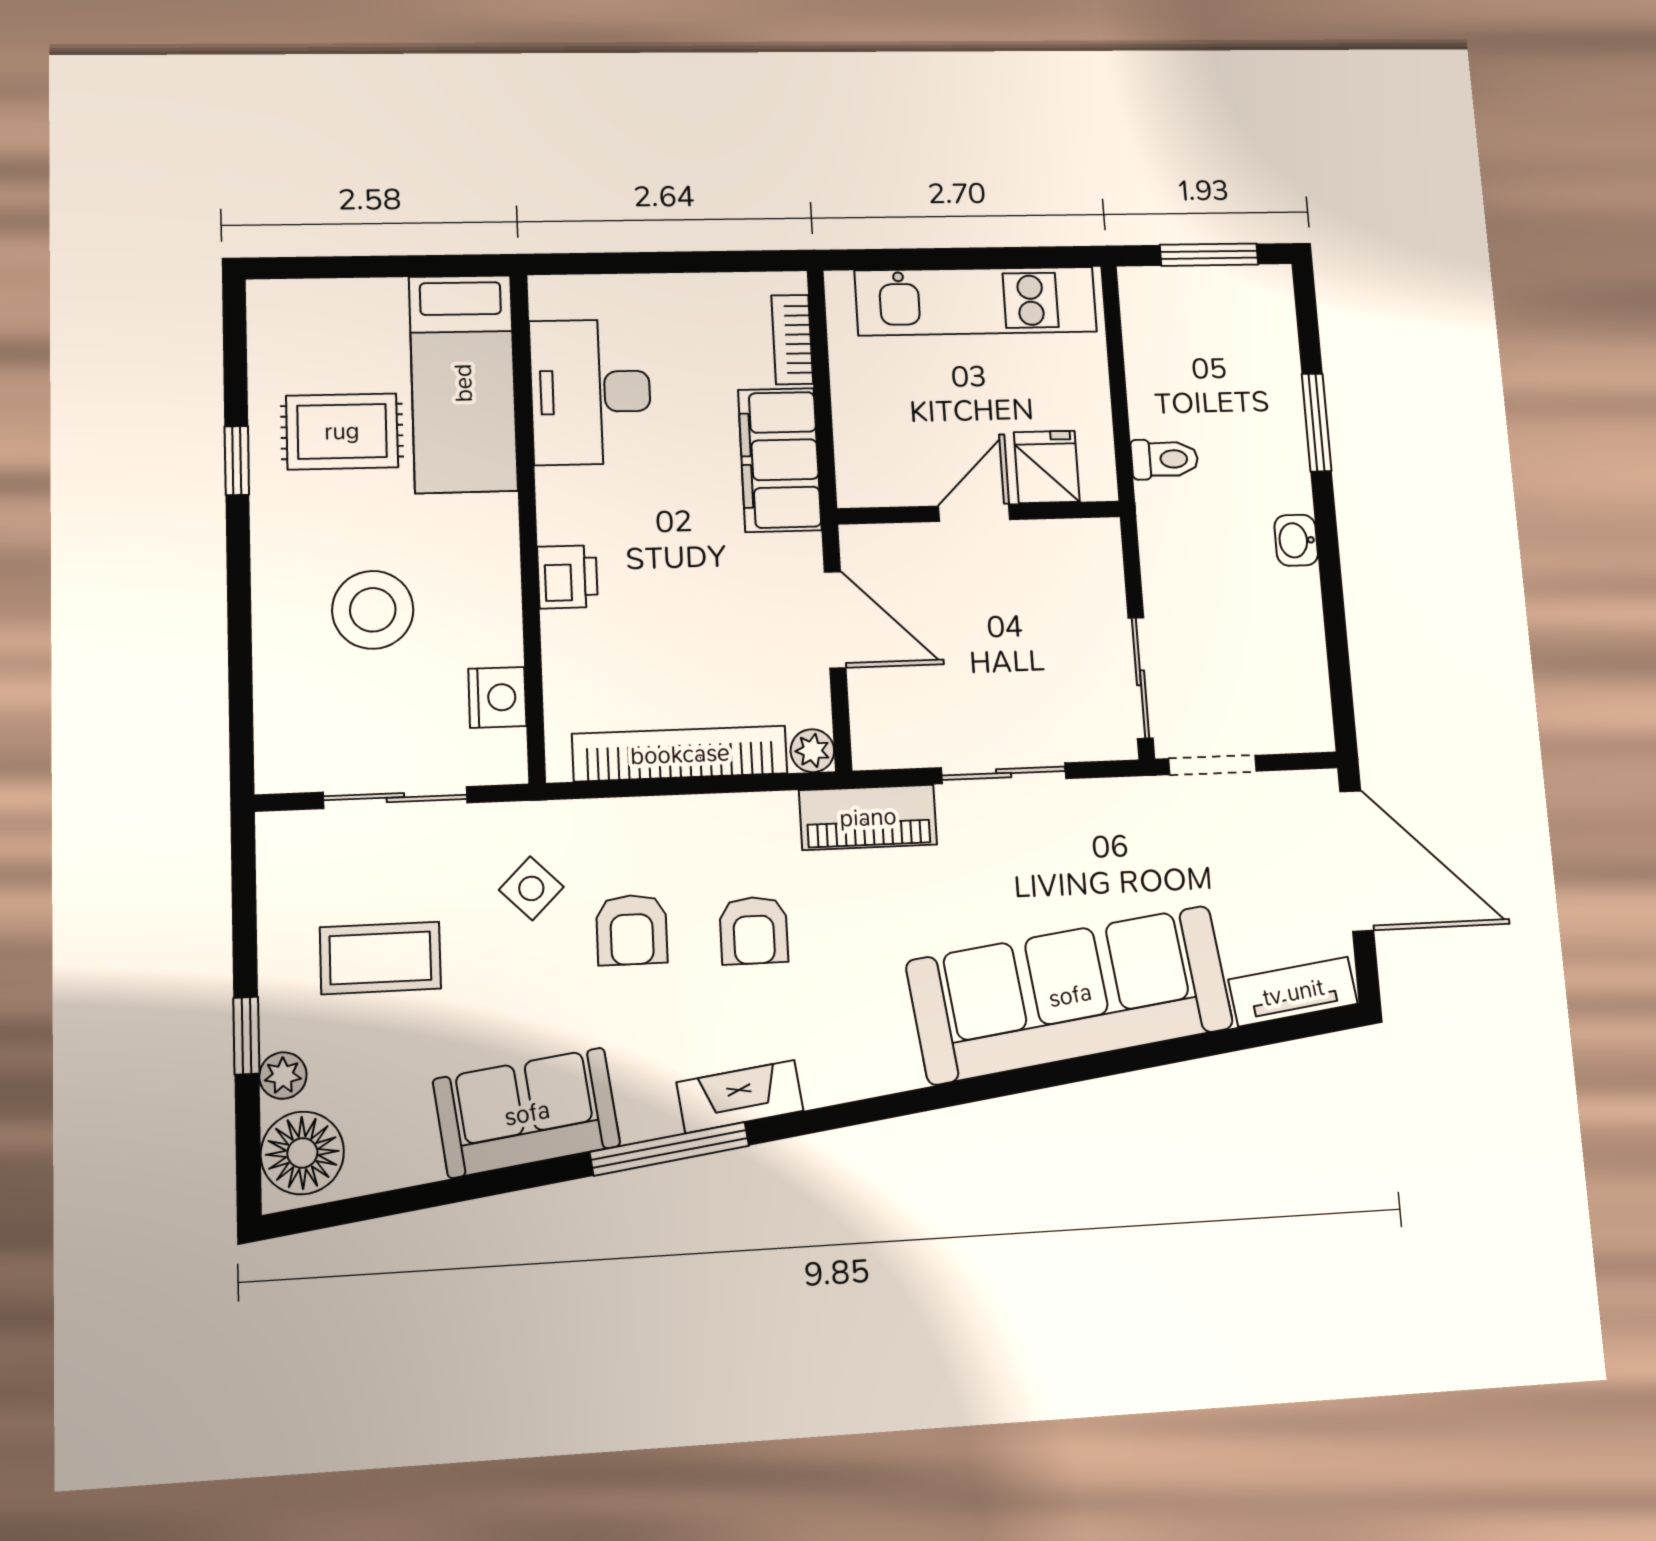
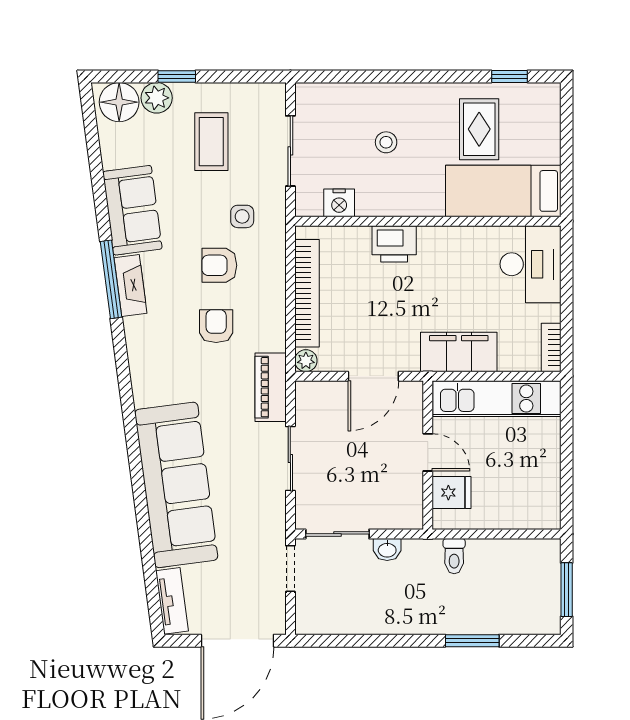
kitchen unit: (976, 301) -> (497, 399), moved, turned -90
bookcase: (792, 340) -> (551, 347), moved, turned -90
desk: (591, 392) -> (530, 264), moved, turned 90
window: (237, 461) -> (509, 77), moved
washbasin: (1296, 540) -> (387, 550), moved, turned 180
printer: (567, 577) -> (394, 244), width x1.36, depth x1.24
stool: (373, 610) -> (386, 142), width x0.53, depth x0.53
side table: (531, 888) -> (242, 216), turned 45
armchair: (754, 930) -> (216, 326), turned 90
plant: (283, 1076) -> (157, 98), width x1.38, depth x1.38
fireplace: (740, 1097) -> (131, 285), moved

